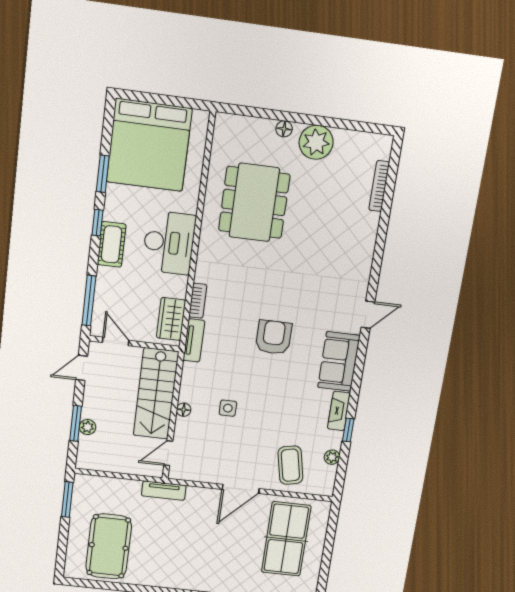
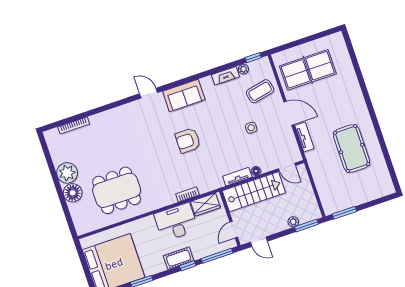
floor lamp: (284, 129) -> (73, 193), width x1.89, depth x1.89
window: (97, 223) -> (188, 266), moved
desk: (169, 243) -> (176, 222), moved
tv unit: (194, 340) -> (237, 177), moved
side table: (228, 408) -> (251, 128), moved
fireplace: (339, 411) -> (225, 76), moved
window: (76, 423) -> (307, 226), moved
window: (348, 430) -> (253, 58), moved
tv unit: (164, 491) -> (304, 137), moved
pool table: (109, 546) -> (352, 148), moved, turned 90

